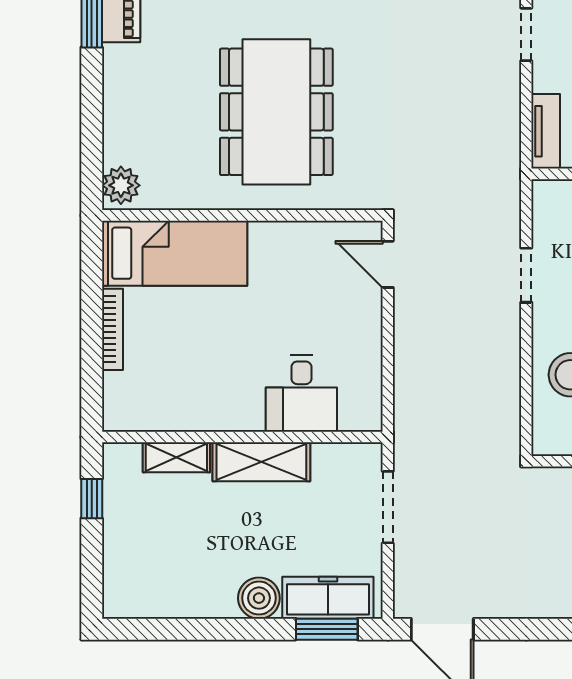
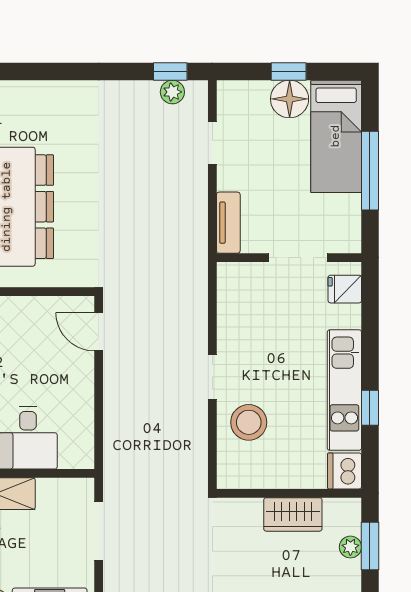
doorway: (526, 275) -> (212, 377), moved

